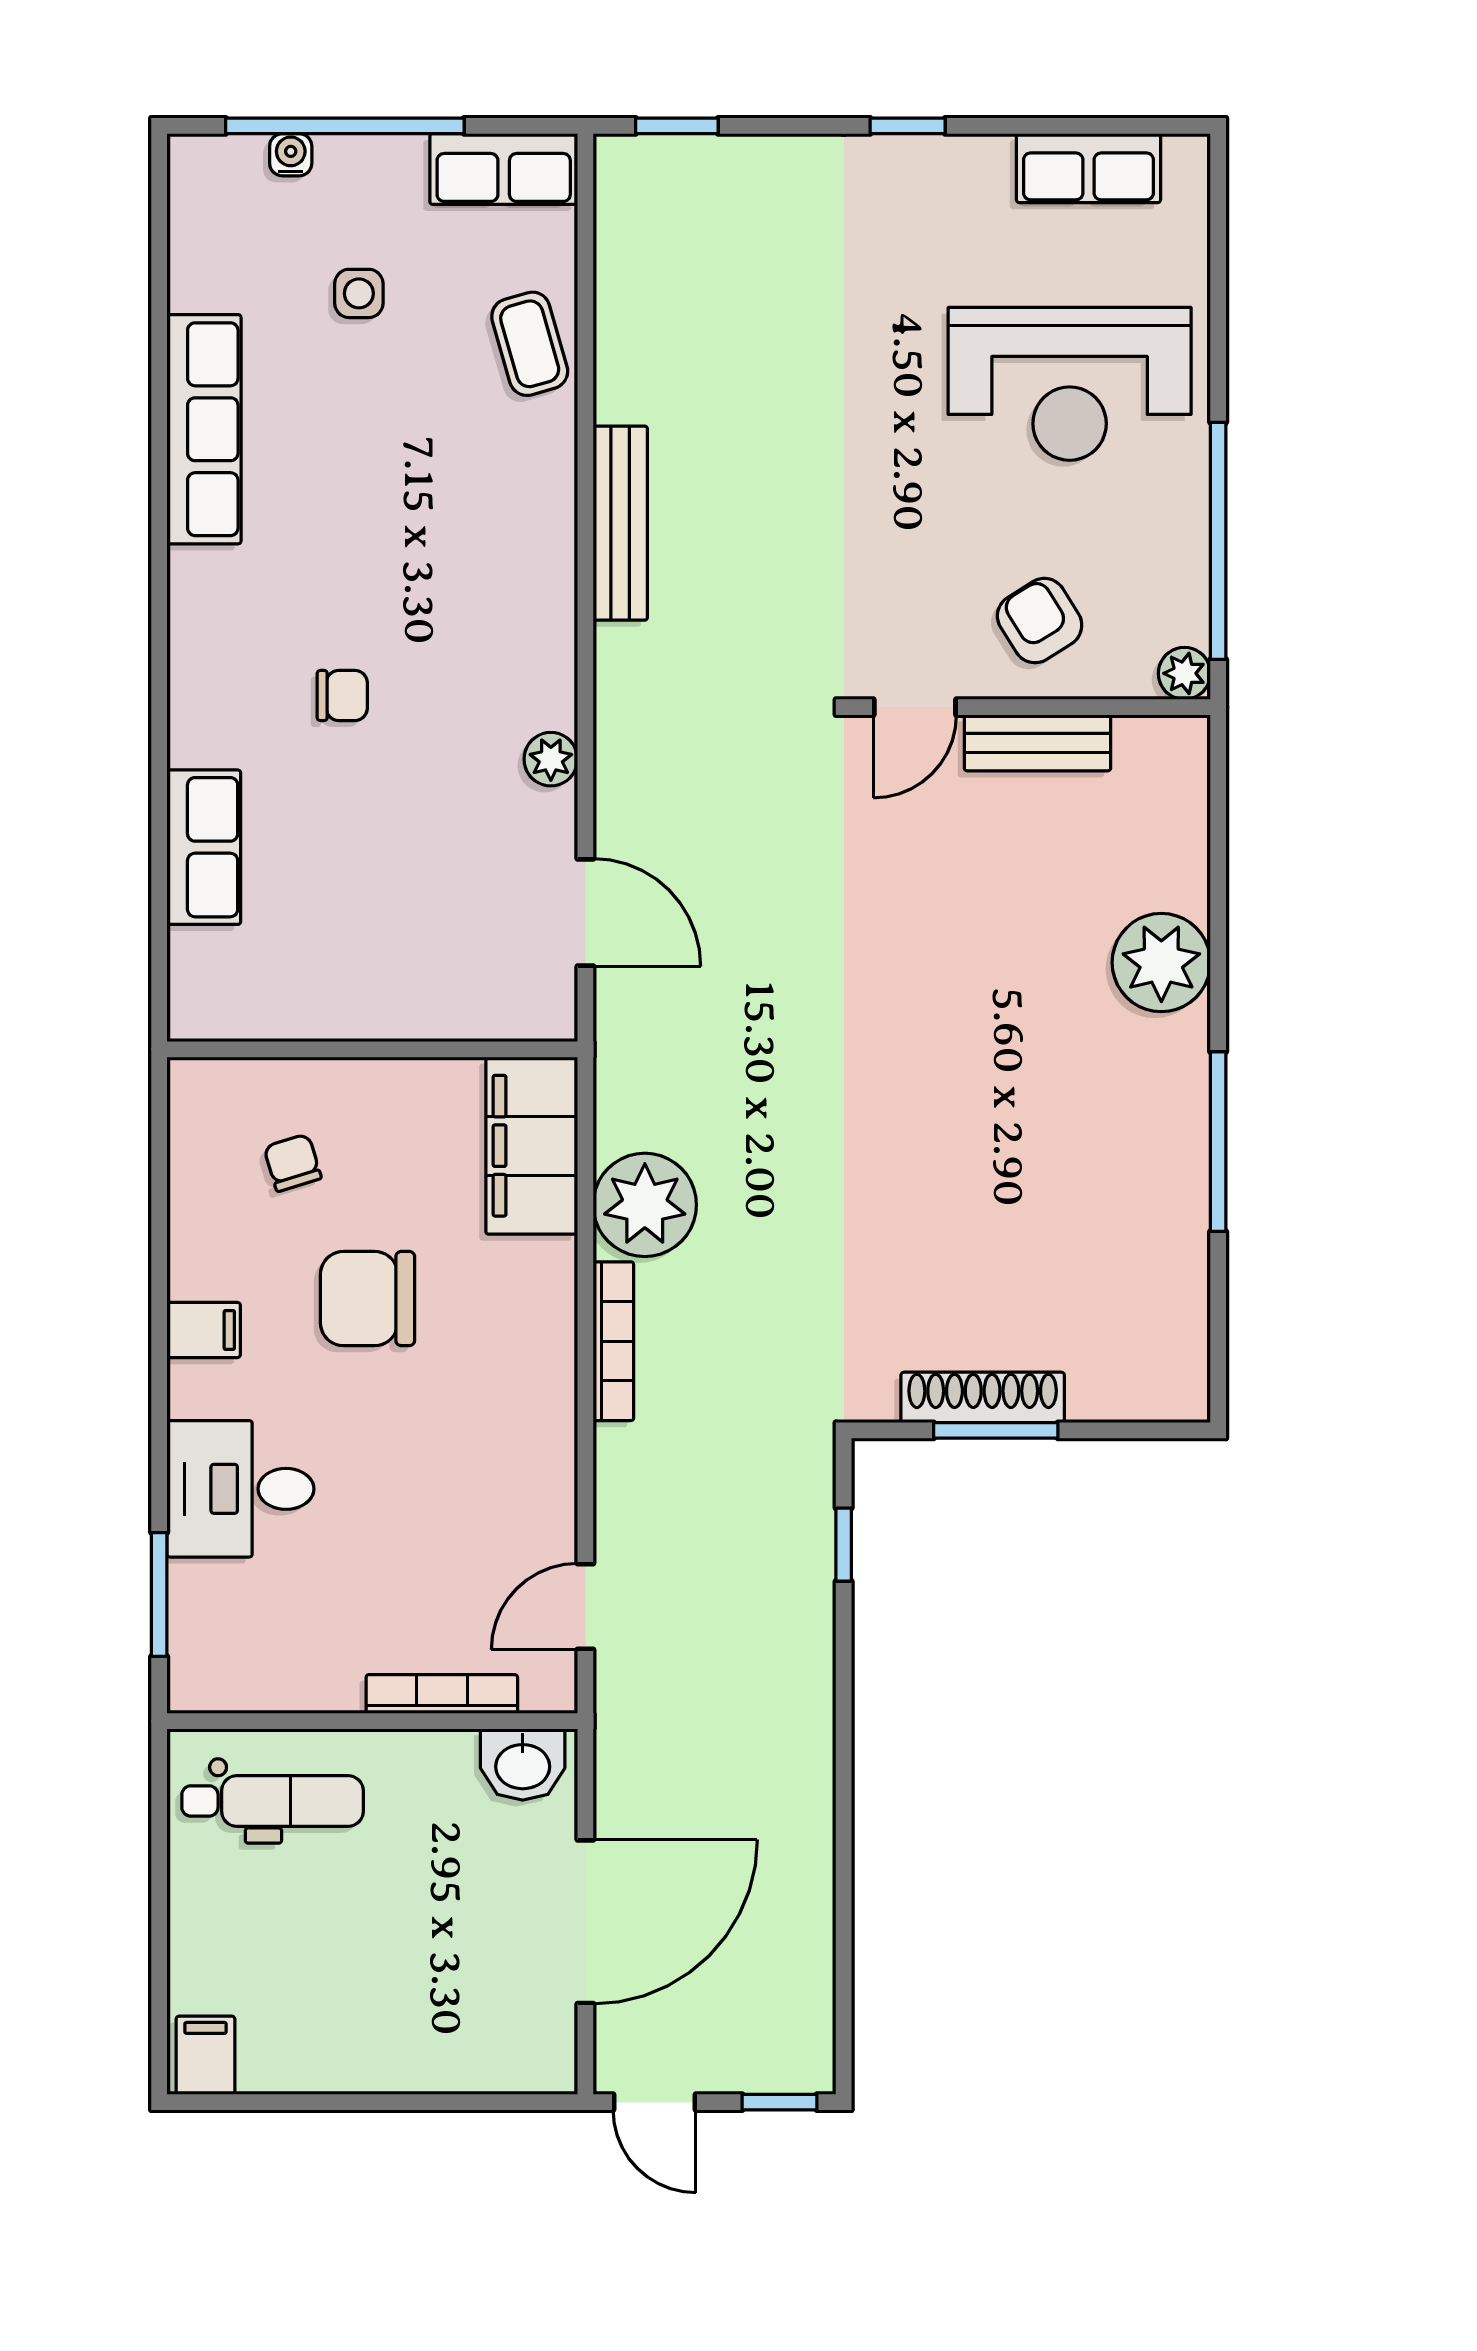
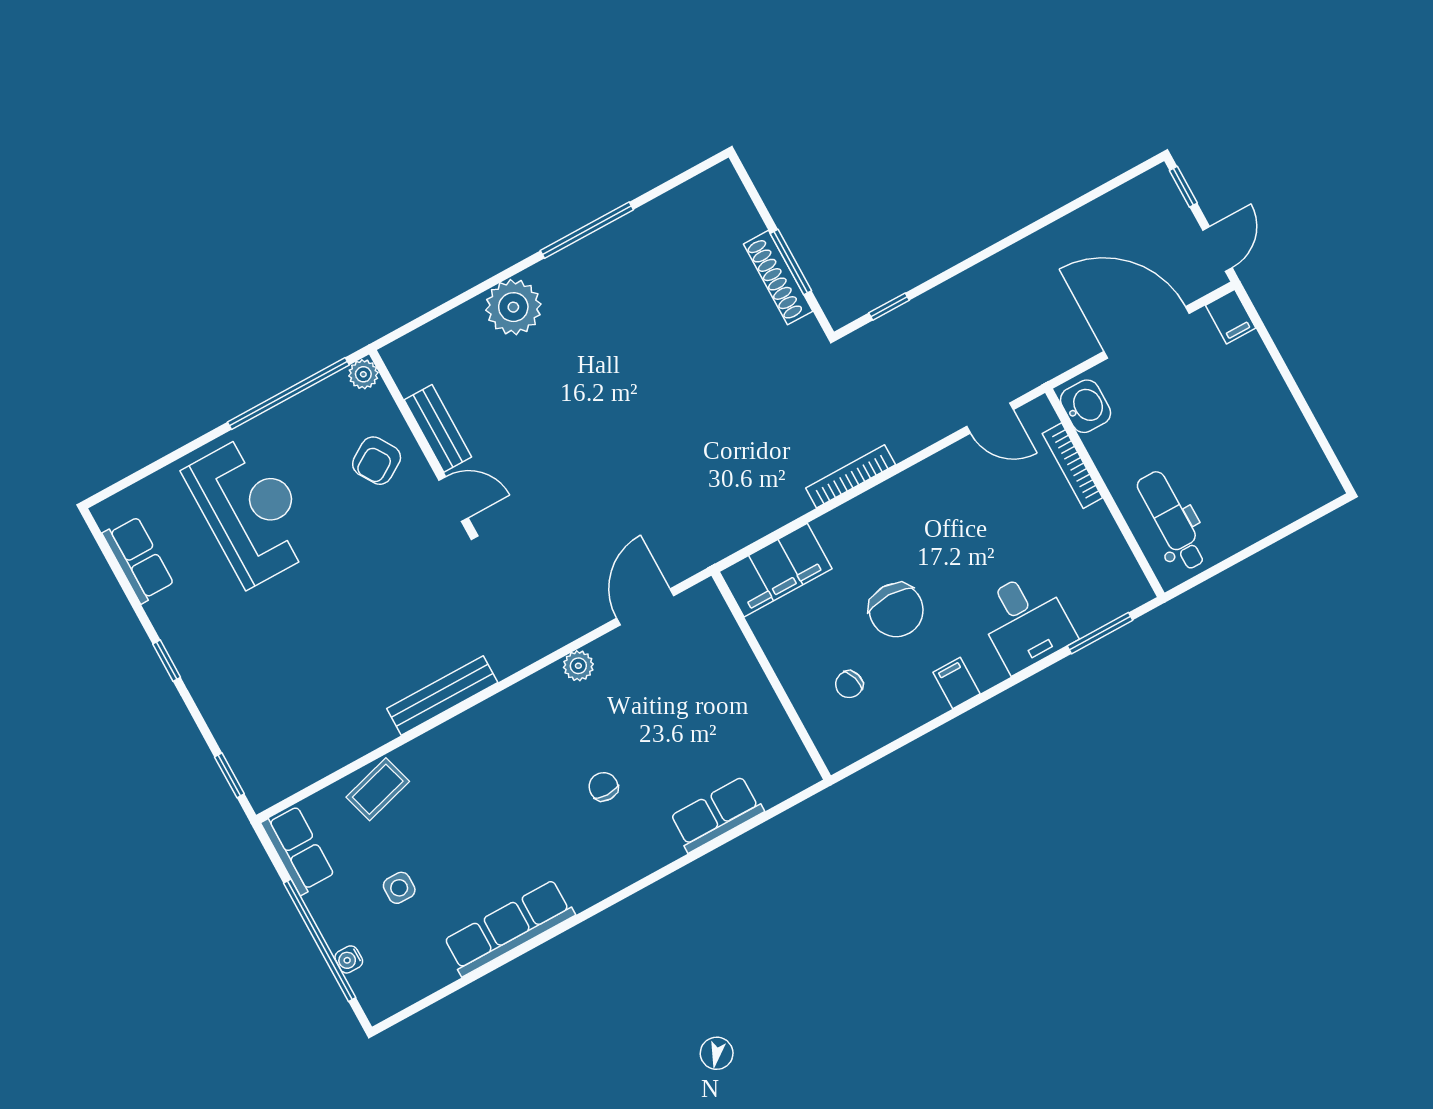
plant: (645, 1205) -> (774, 498), removed
filing cabinet: (205, 2055) -> (1231, 317), moved, turned -90

